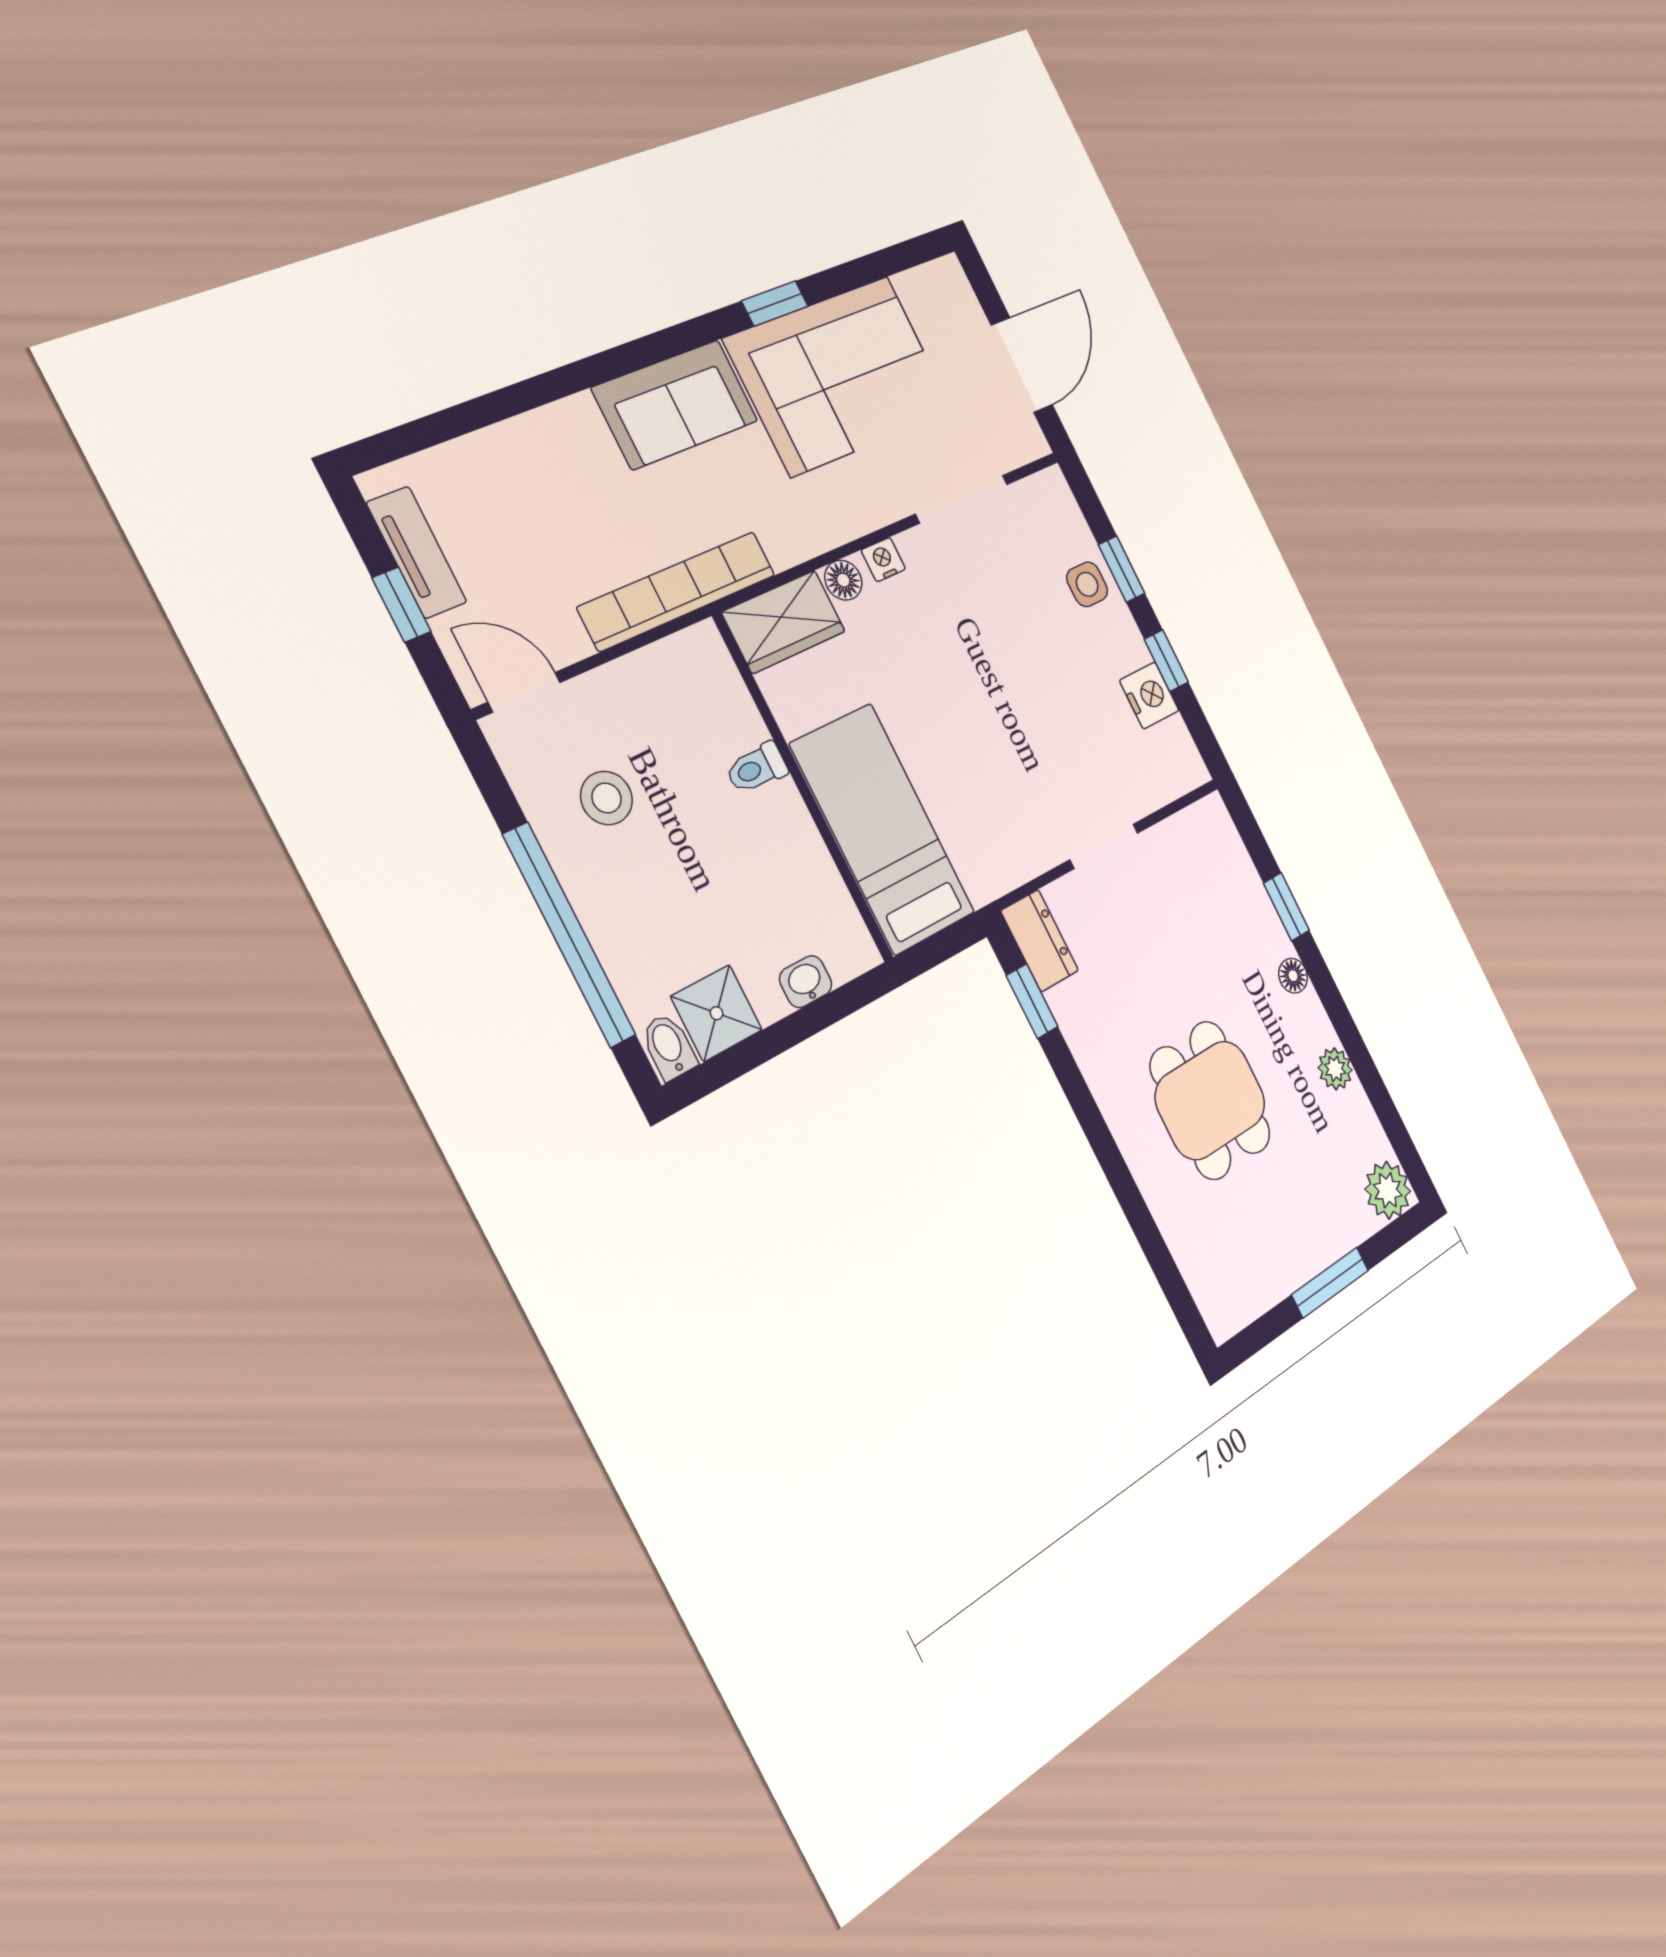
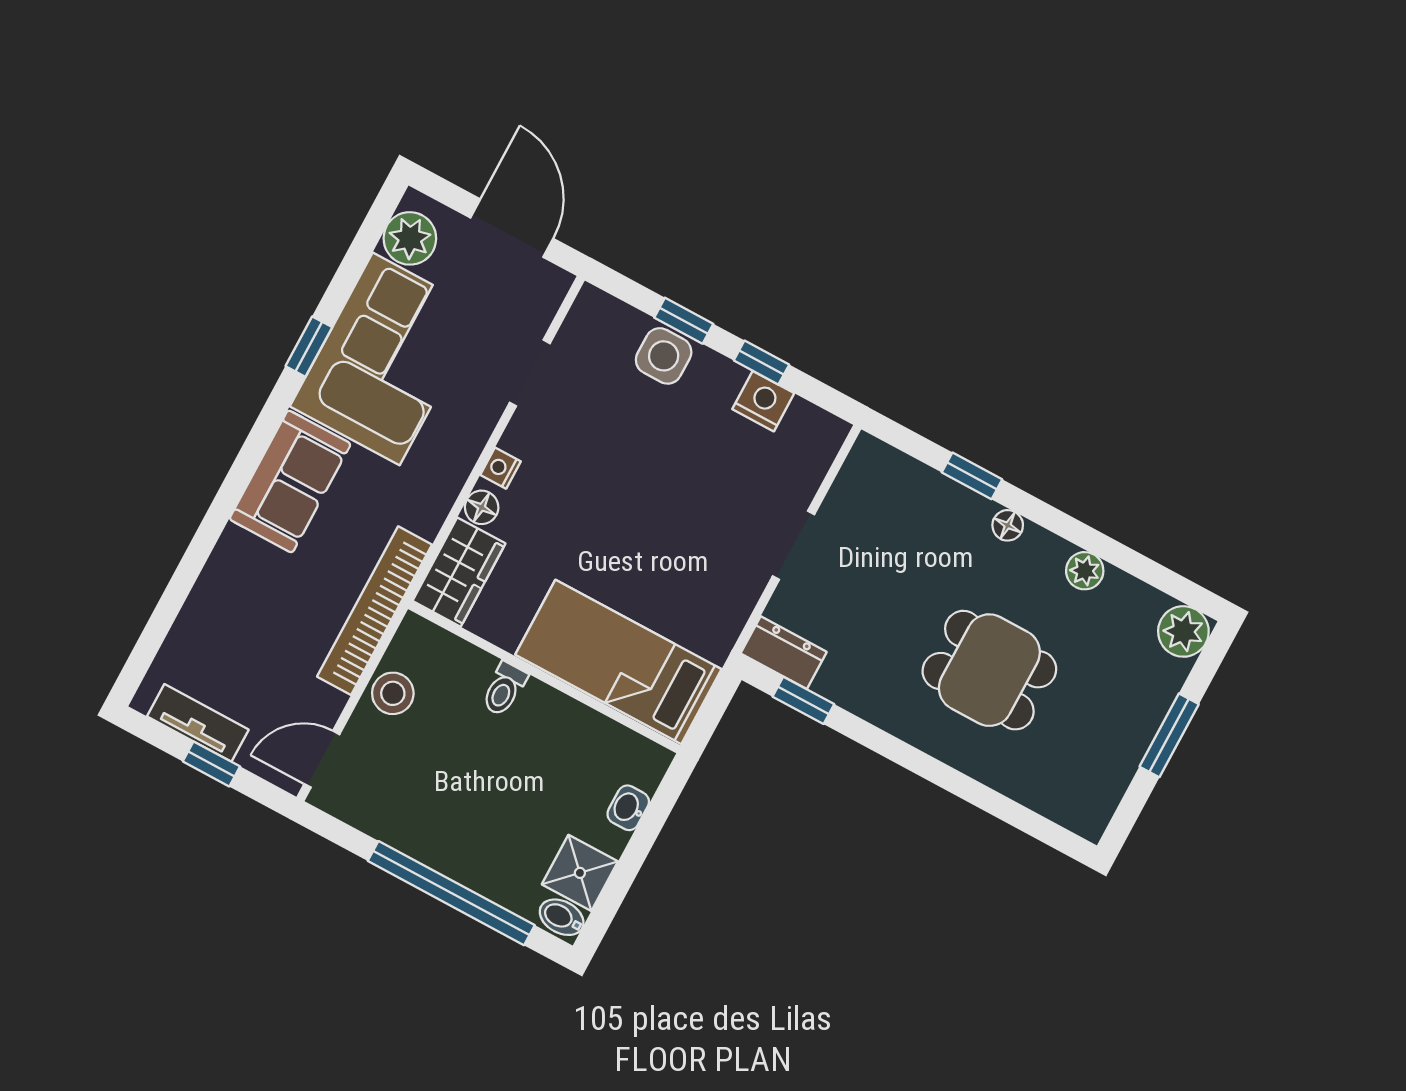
plant: (928, 295) -> (410, 238), added
doorway: (962, 499) -> (530, 373), width x0.73
side table: (1087, 584) -> (664, 356), width x1.37, depth x1.37
stool: (607, 798) -> (393, 693), moved

